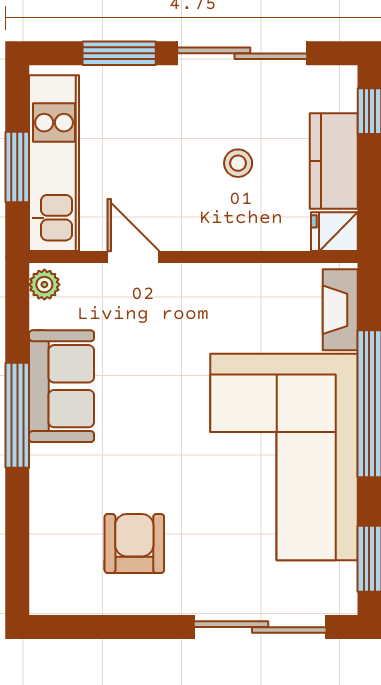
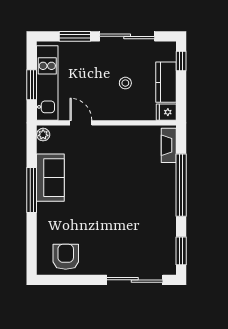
corner sofa: (284, 457) -> (145, 208), removed
armchair: (134, 544) -> (66, 257), moved

